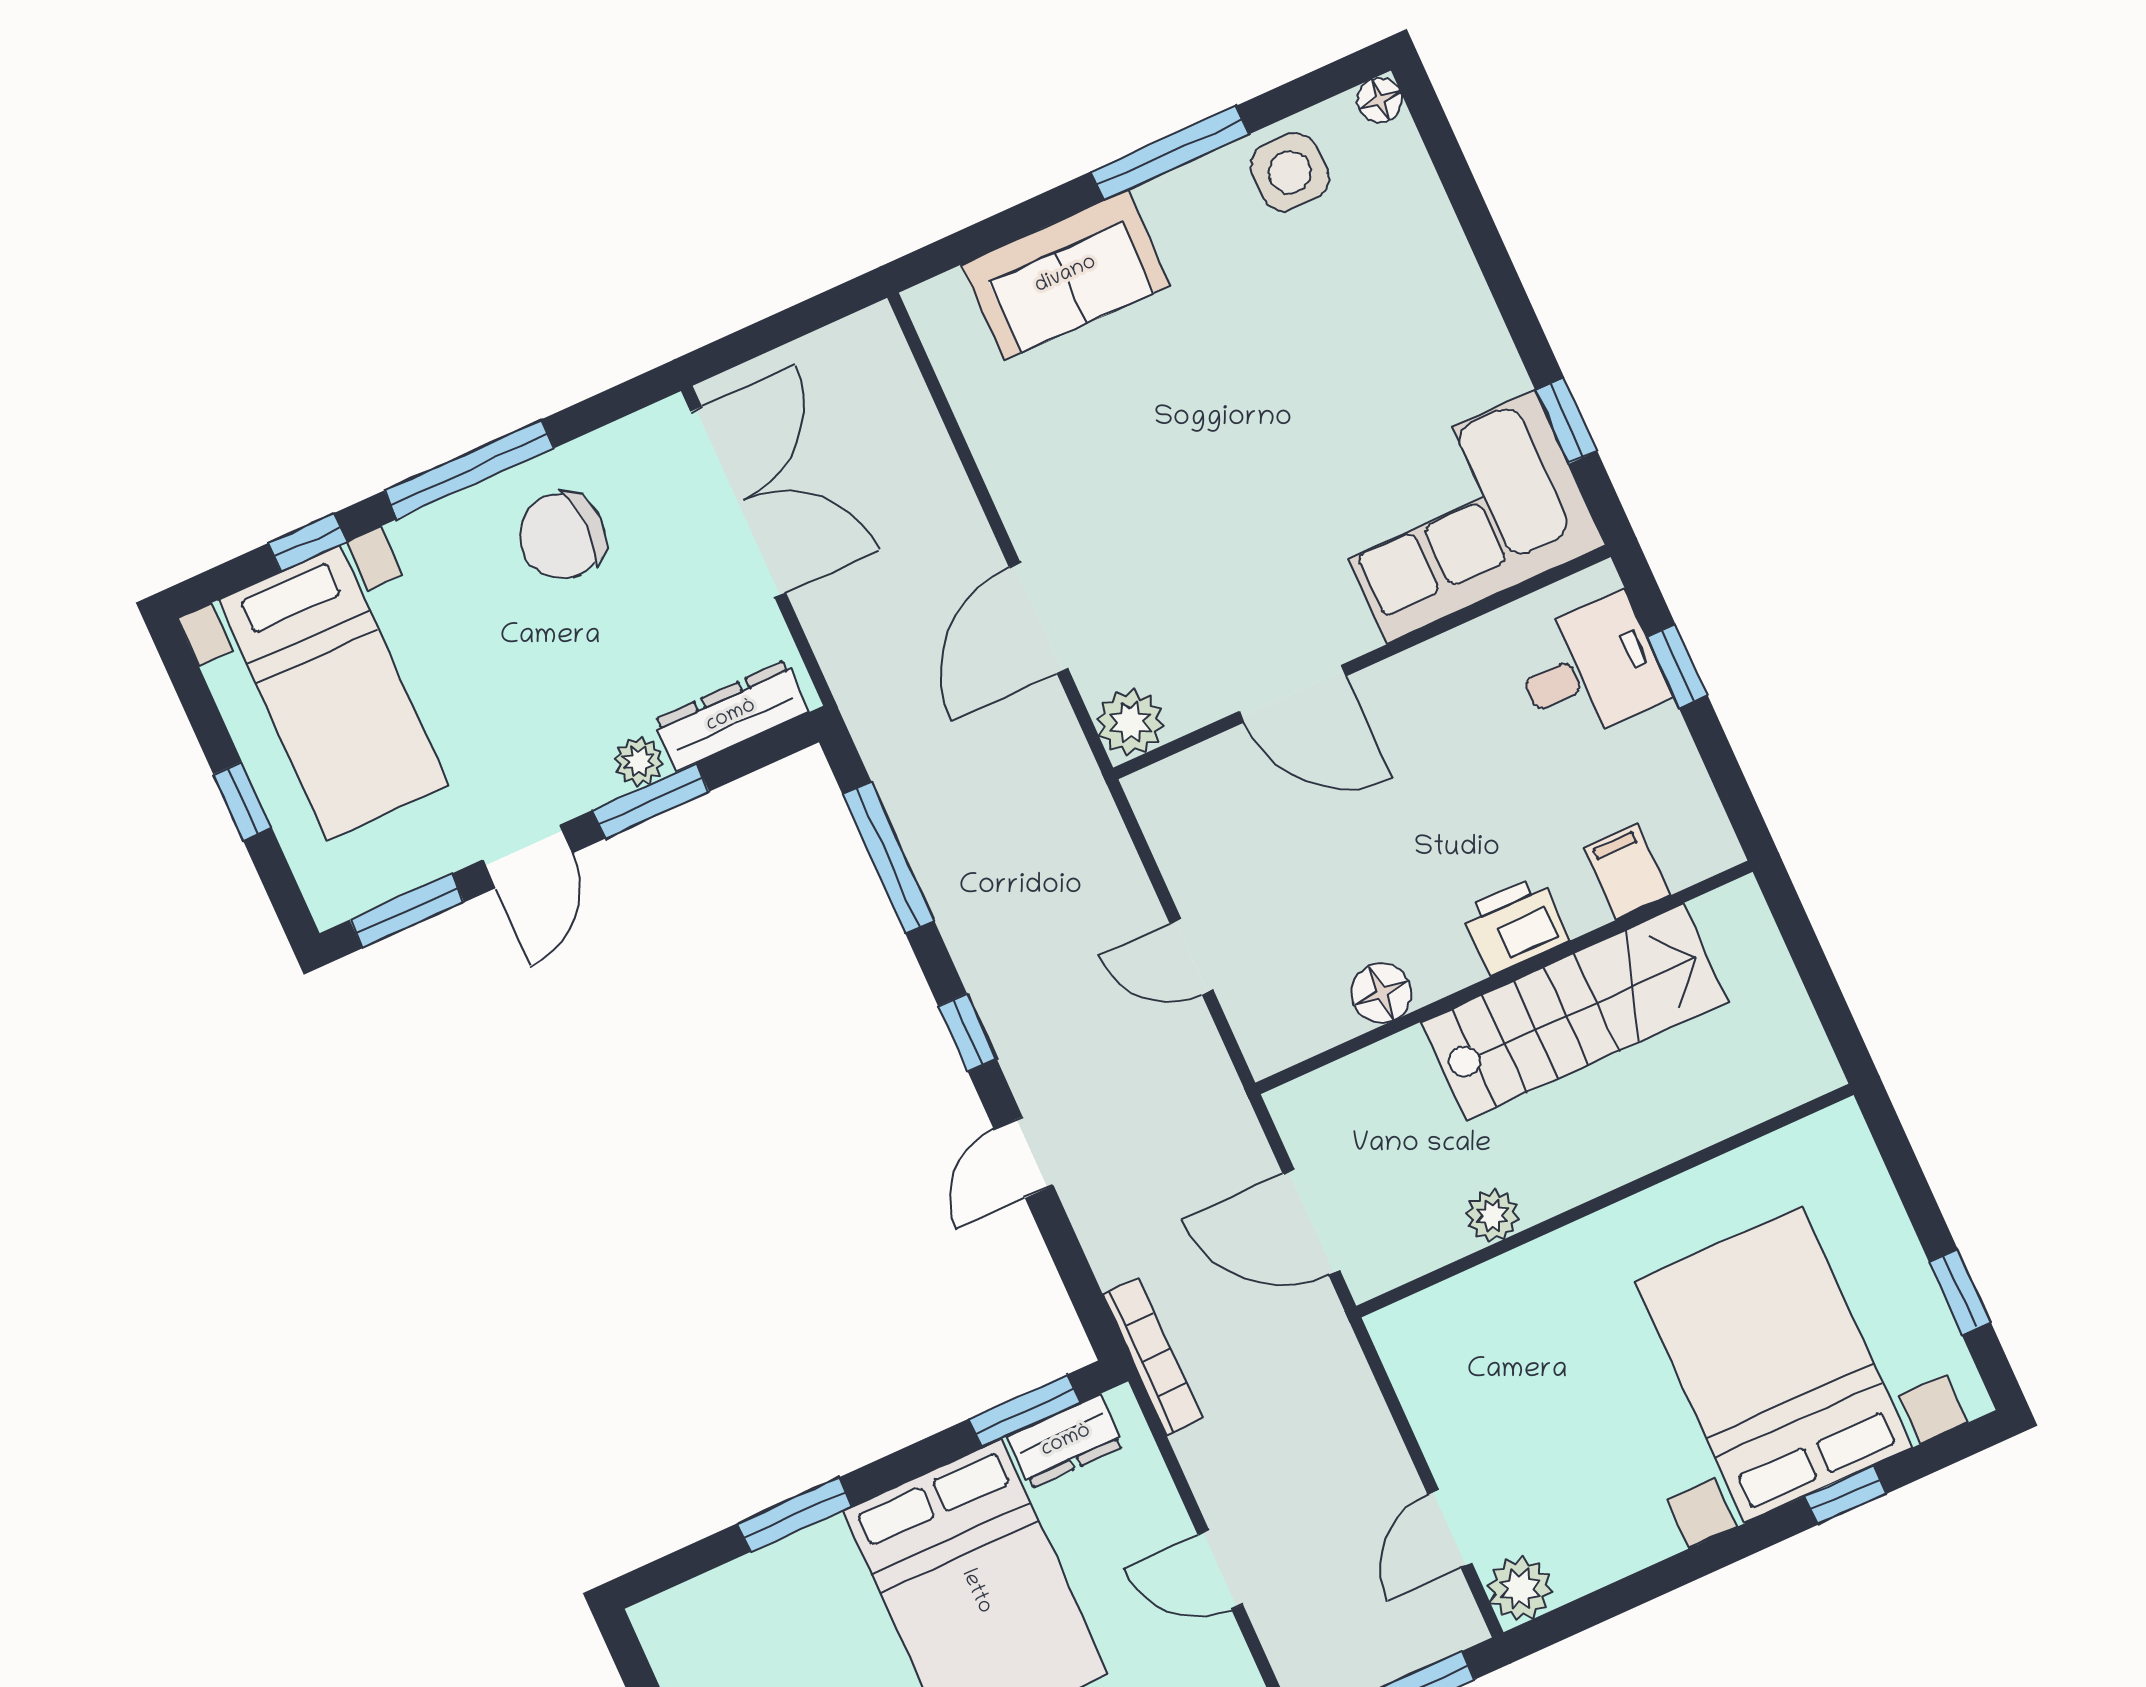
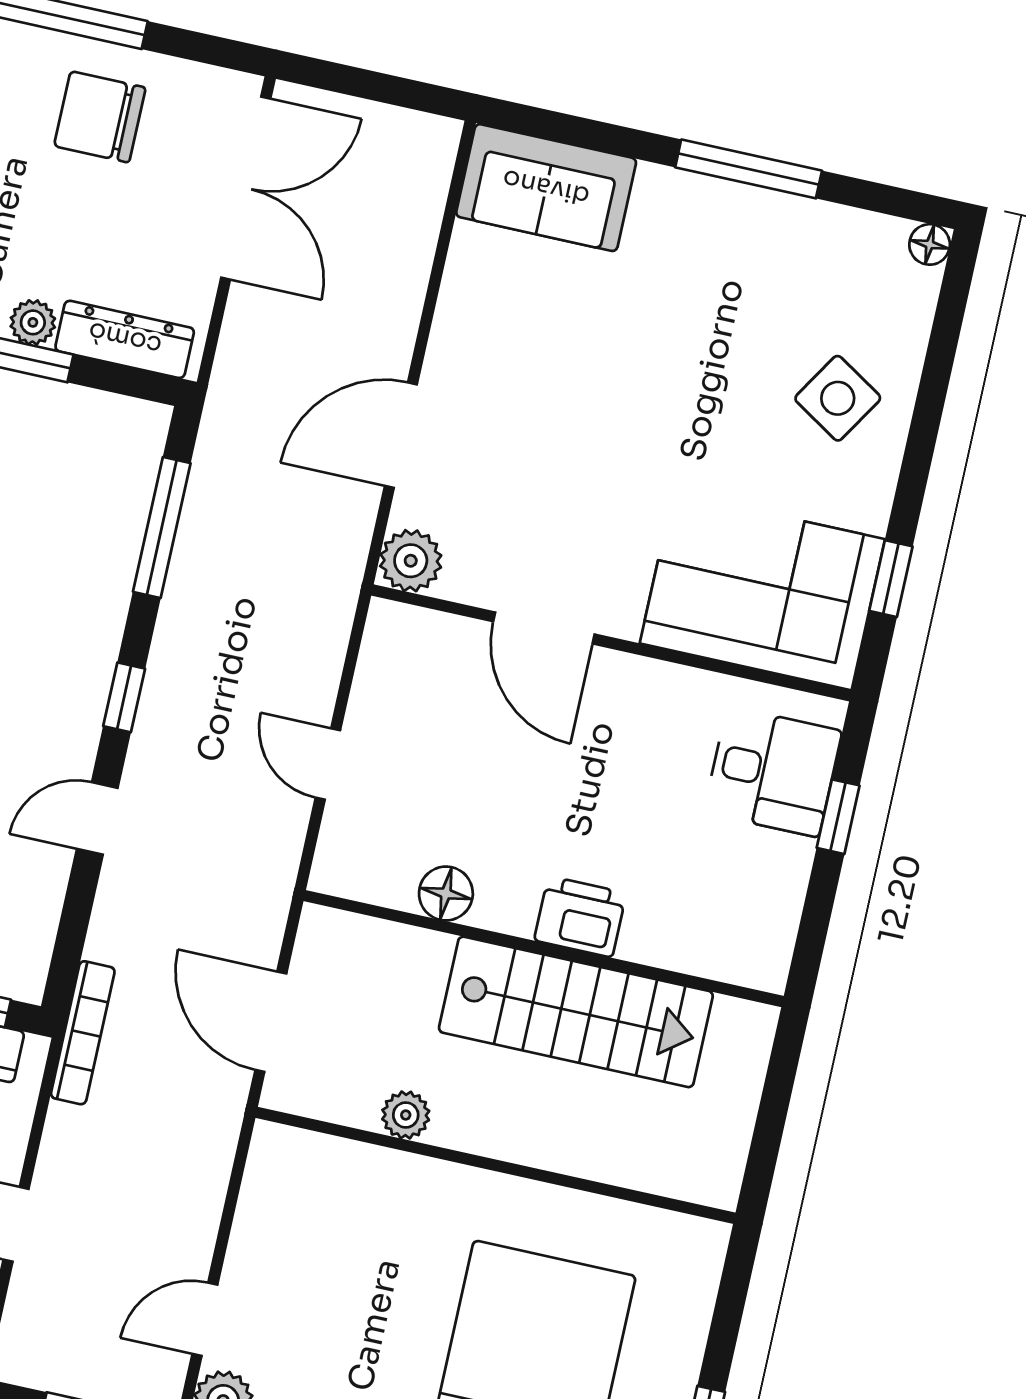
side table: (1290, 172) -> (838, 398), moved, turned 32
sofa: (1066, 275) -> (546, 188), moved
filing cabinet: (1627, 871) -> (690, 938), removed

